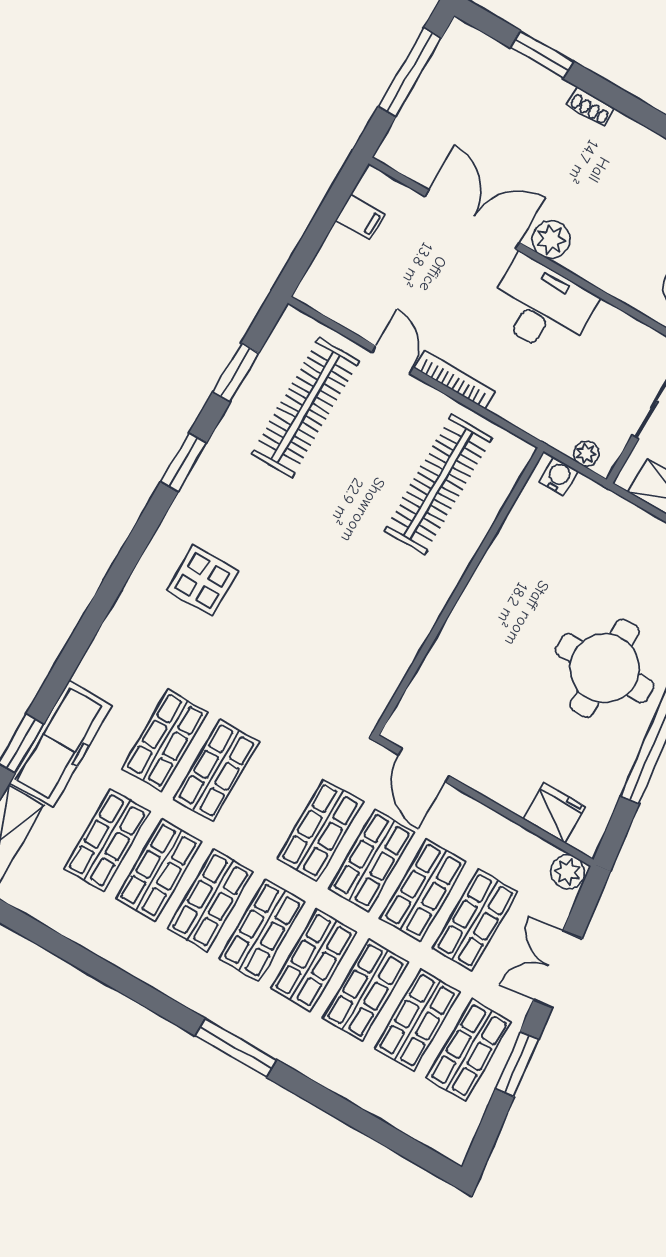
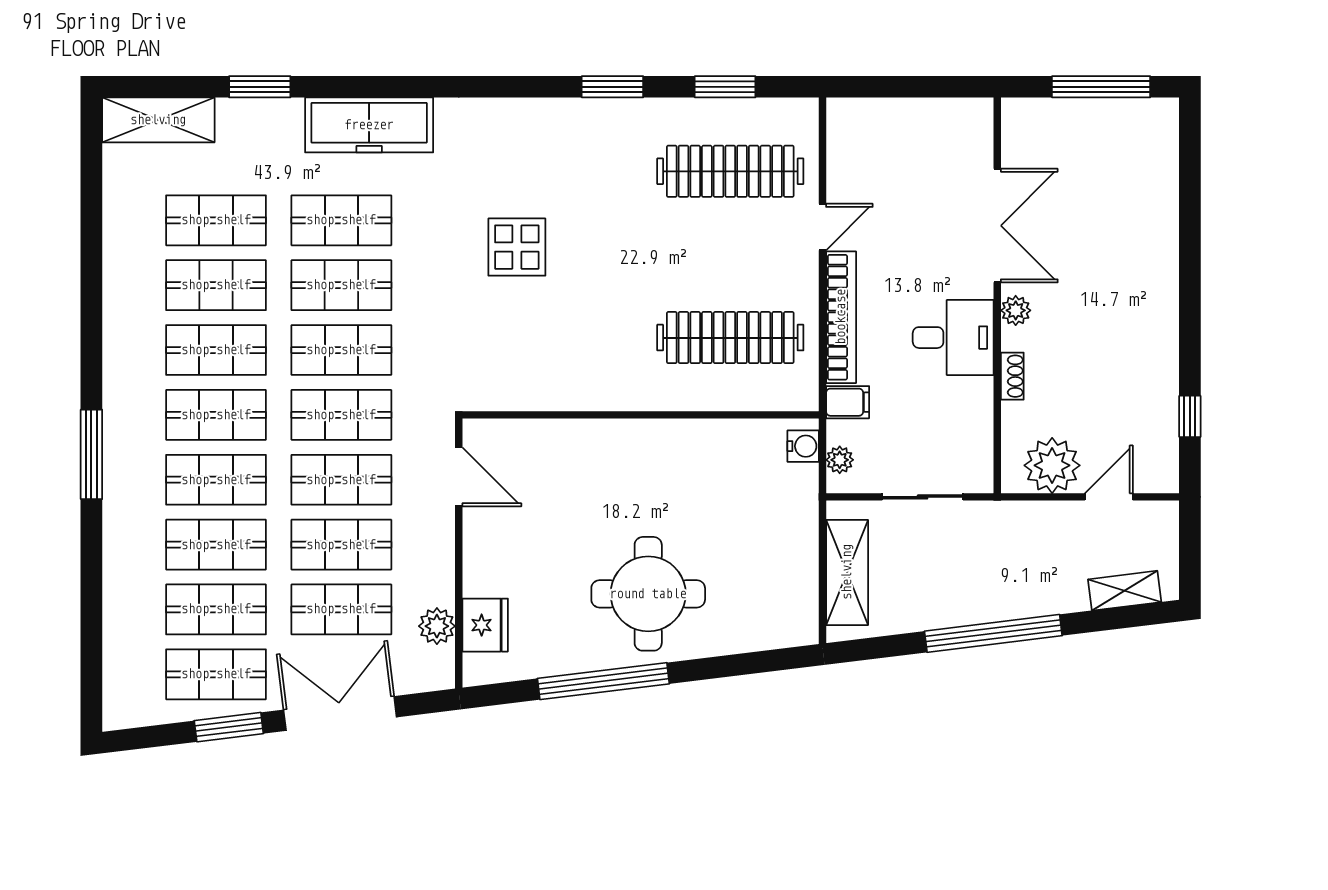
window: (542, 55) -> (1190, 201), removed
shoe rack: (591, 107) -> (1012, 376), moved, turned 180
filing cabinet: (360, 217) -> (848, 402), moved, turned -90
plant: (551, 240) -> (1016, 310), width x0.73, depth x0.73
desk: (541, 306) -> (953, 338), width x0.73
bookcase: (454, 379) -> (841, 317), width x1.48, depth x1.31
display table: (203, 581) -> (517, 247), moved
freezer: (61, 744) -> (369, 125), moved
door: (424, 765) -> (459, 477), swing flipped
shop shelf: (268, 800) -> (341, 350), added
plant: (568, 872) -> (437, 626), moved
double door: (558, 969) -> (340, 713), width x1.37

